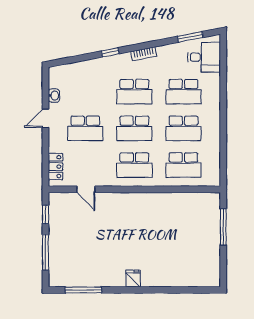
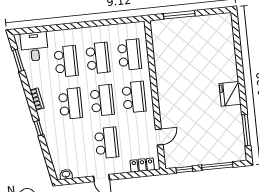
washbasin: (54, 96) -> (66, 174), moved
fridge: (133, 278) -> (230, 94), width x1.88, depth x1.34

